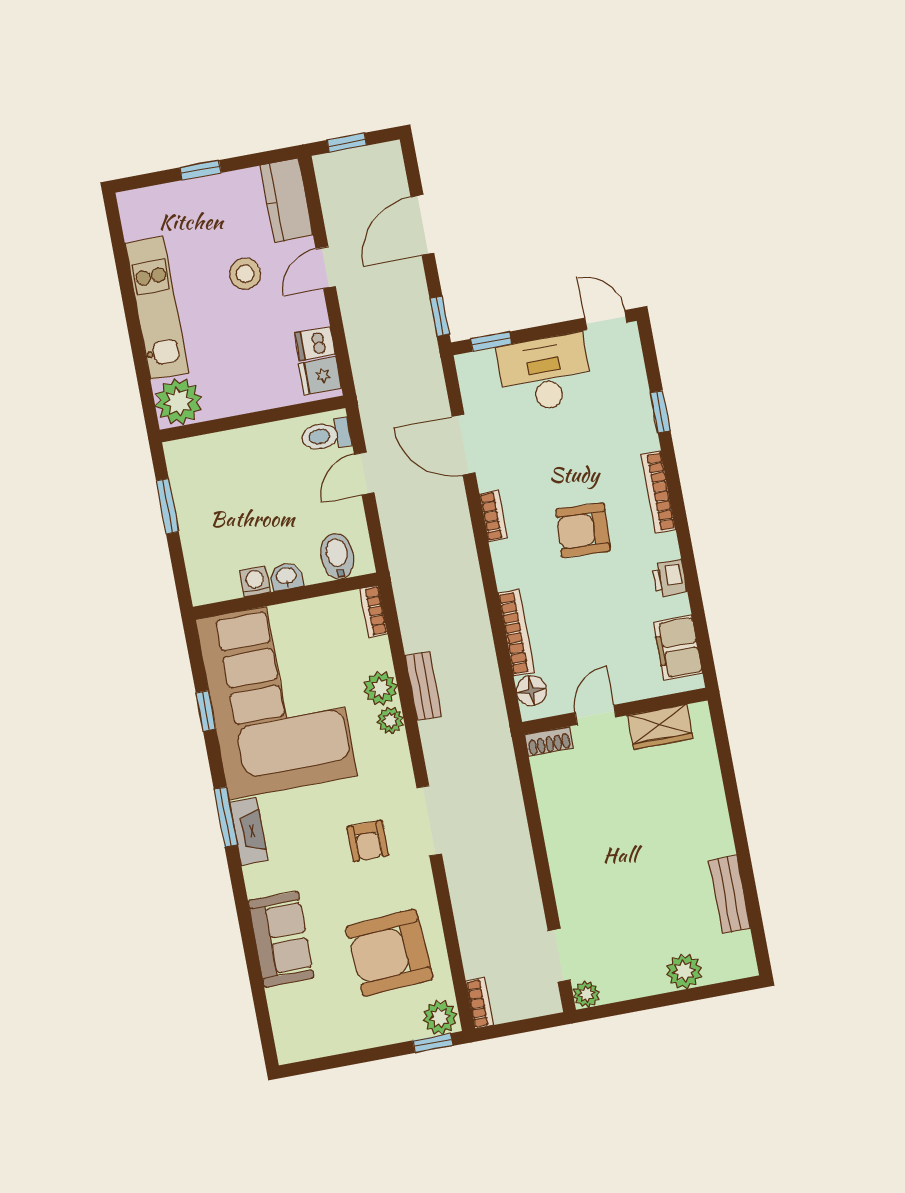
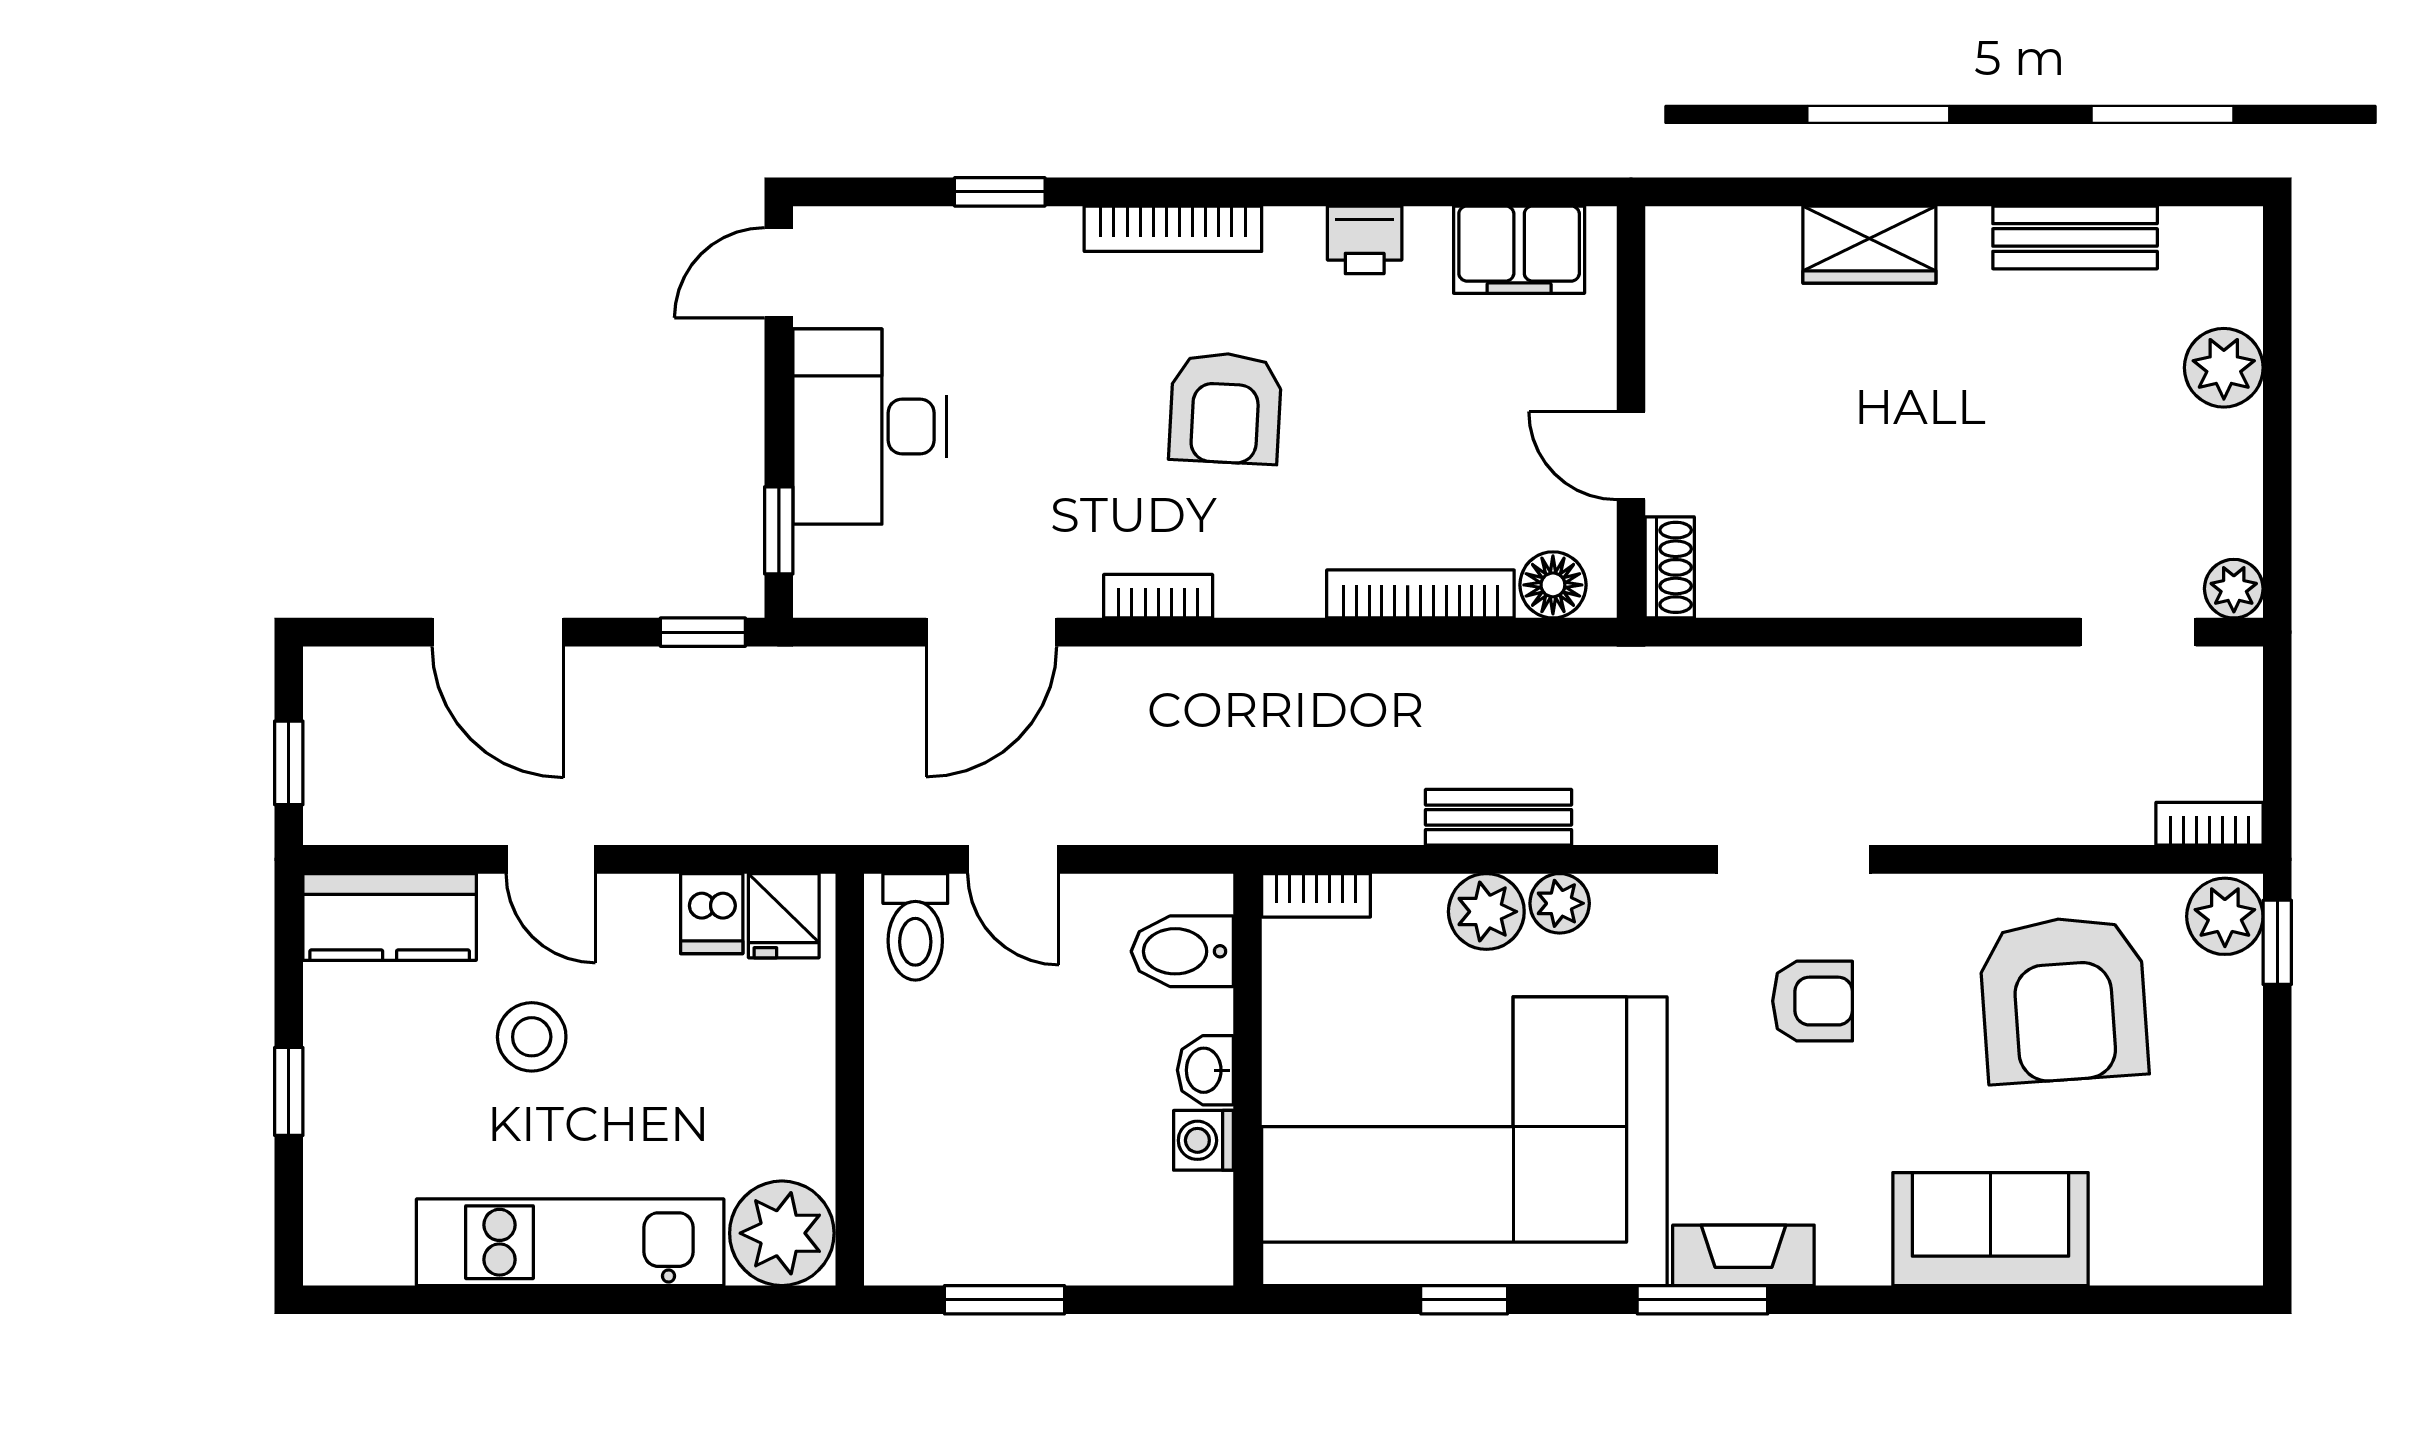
wardrobe: (660, 727) -> (1869, 245), moved, turned 90

